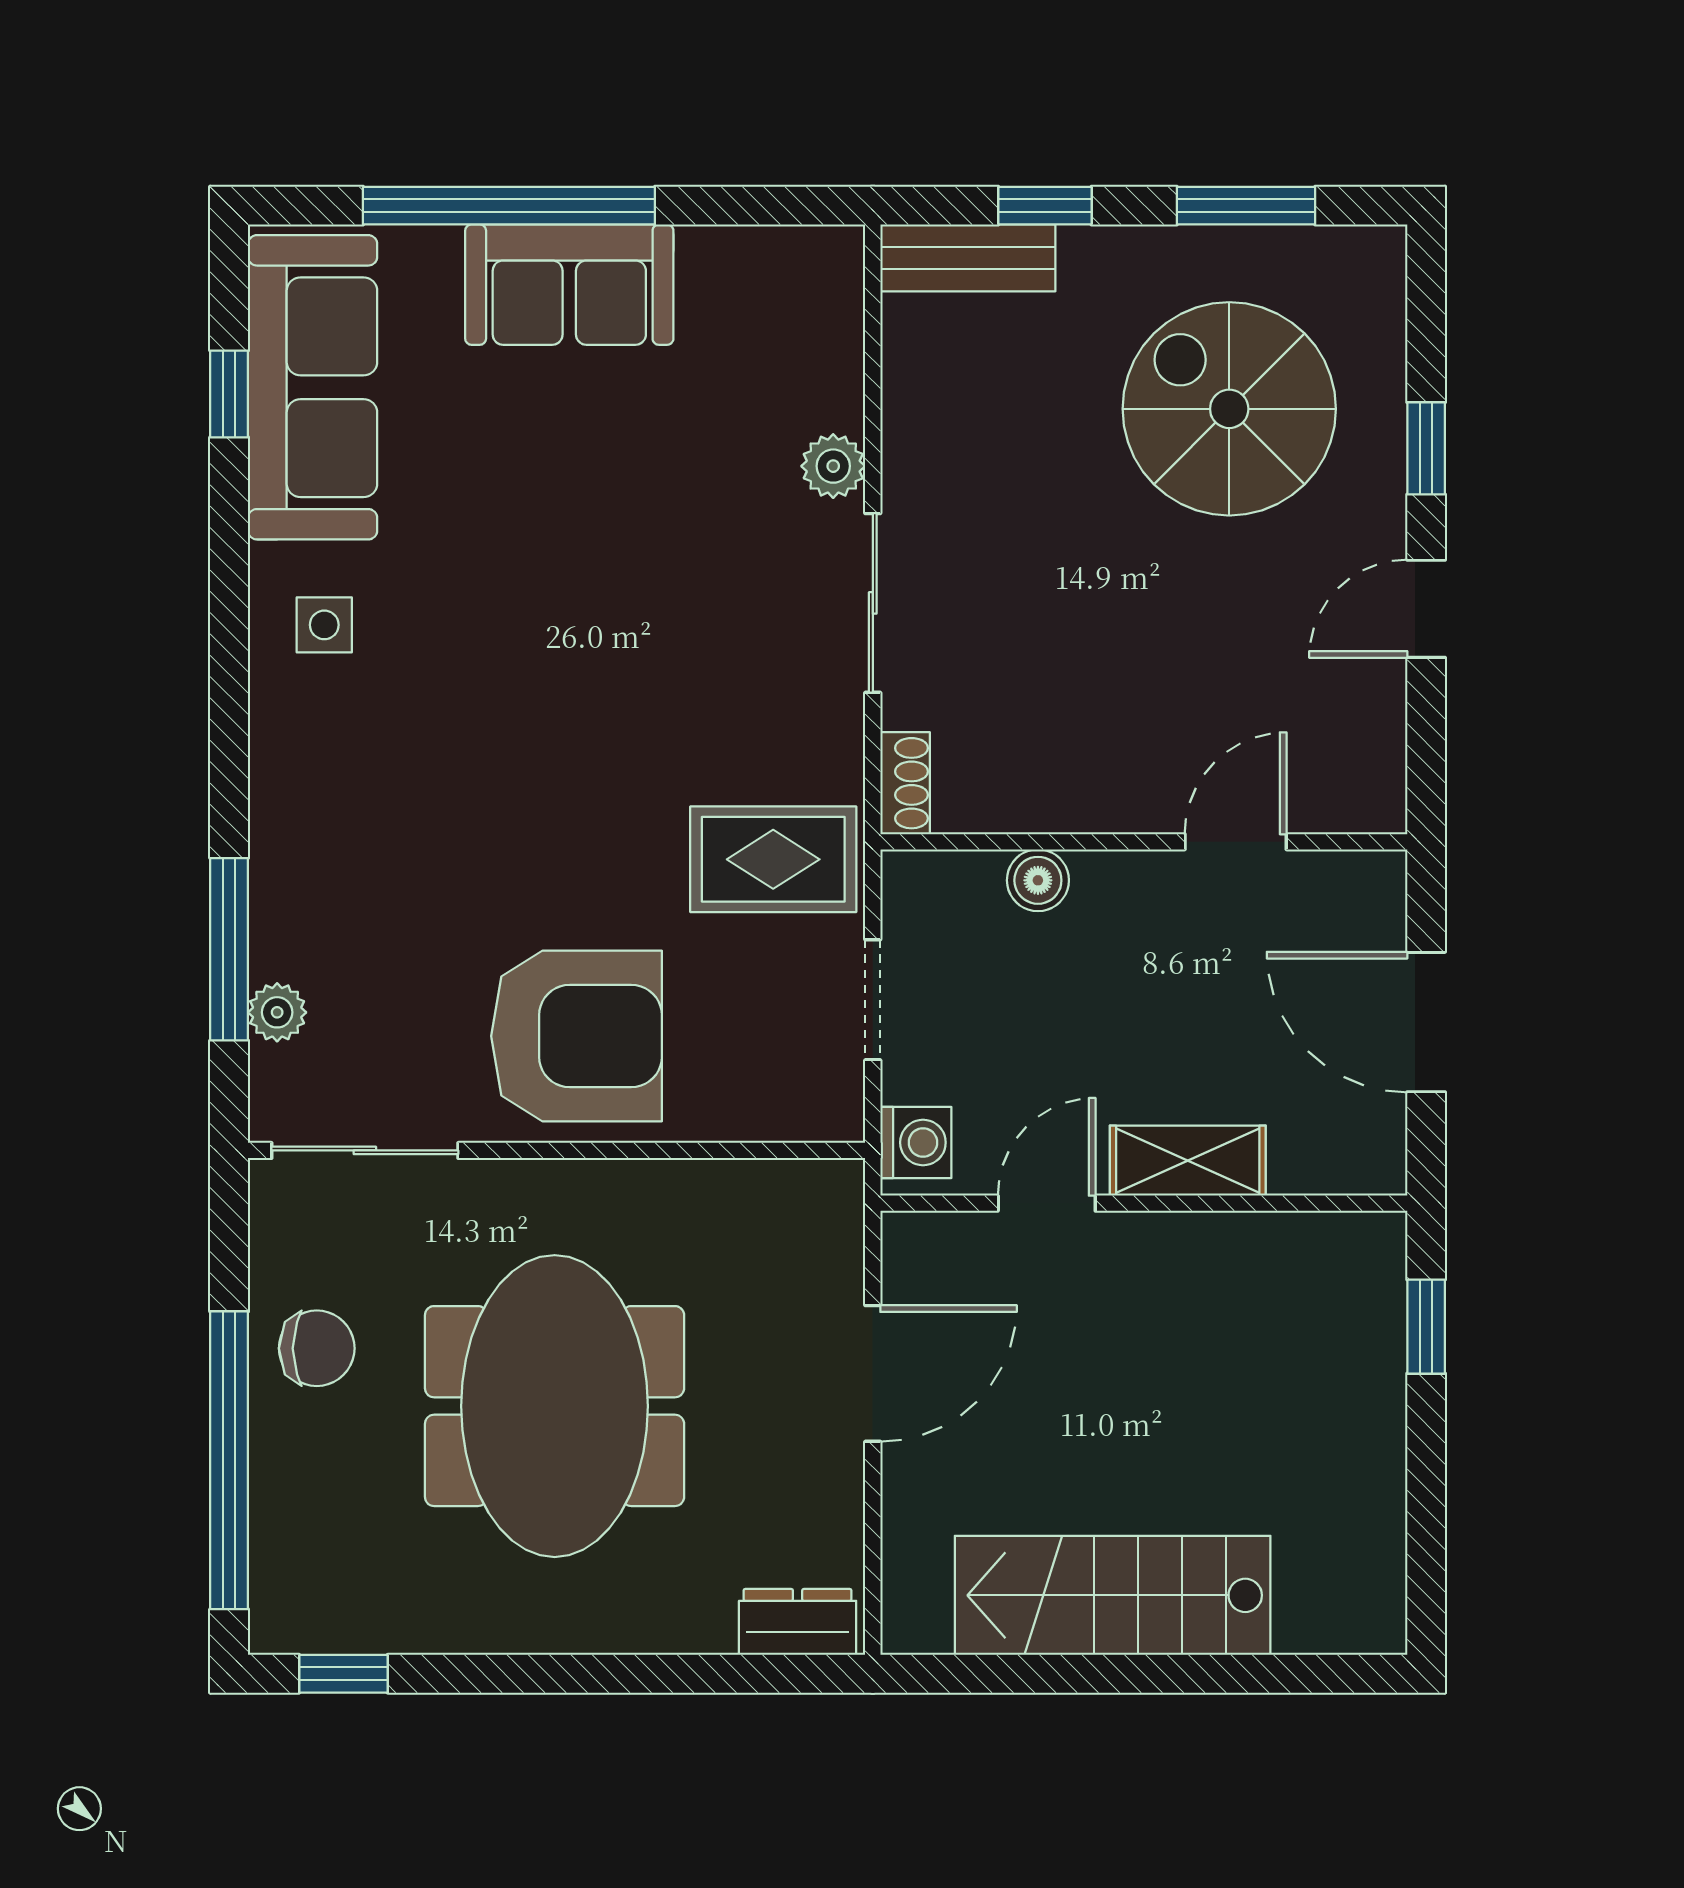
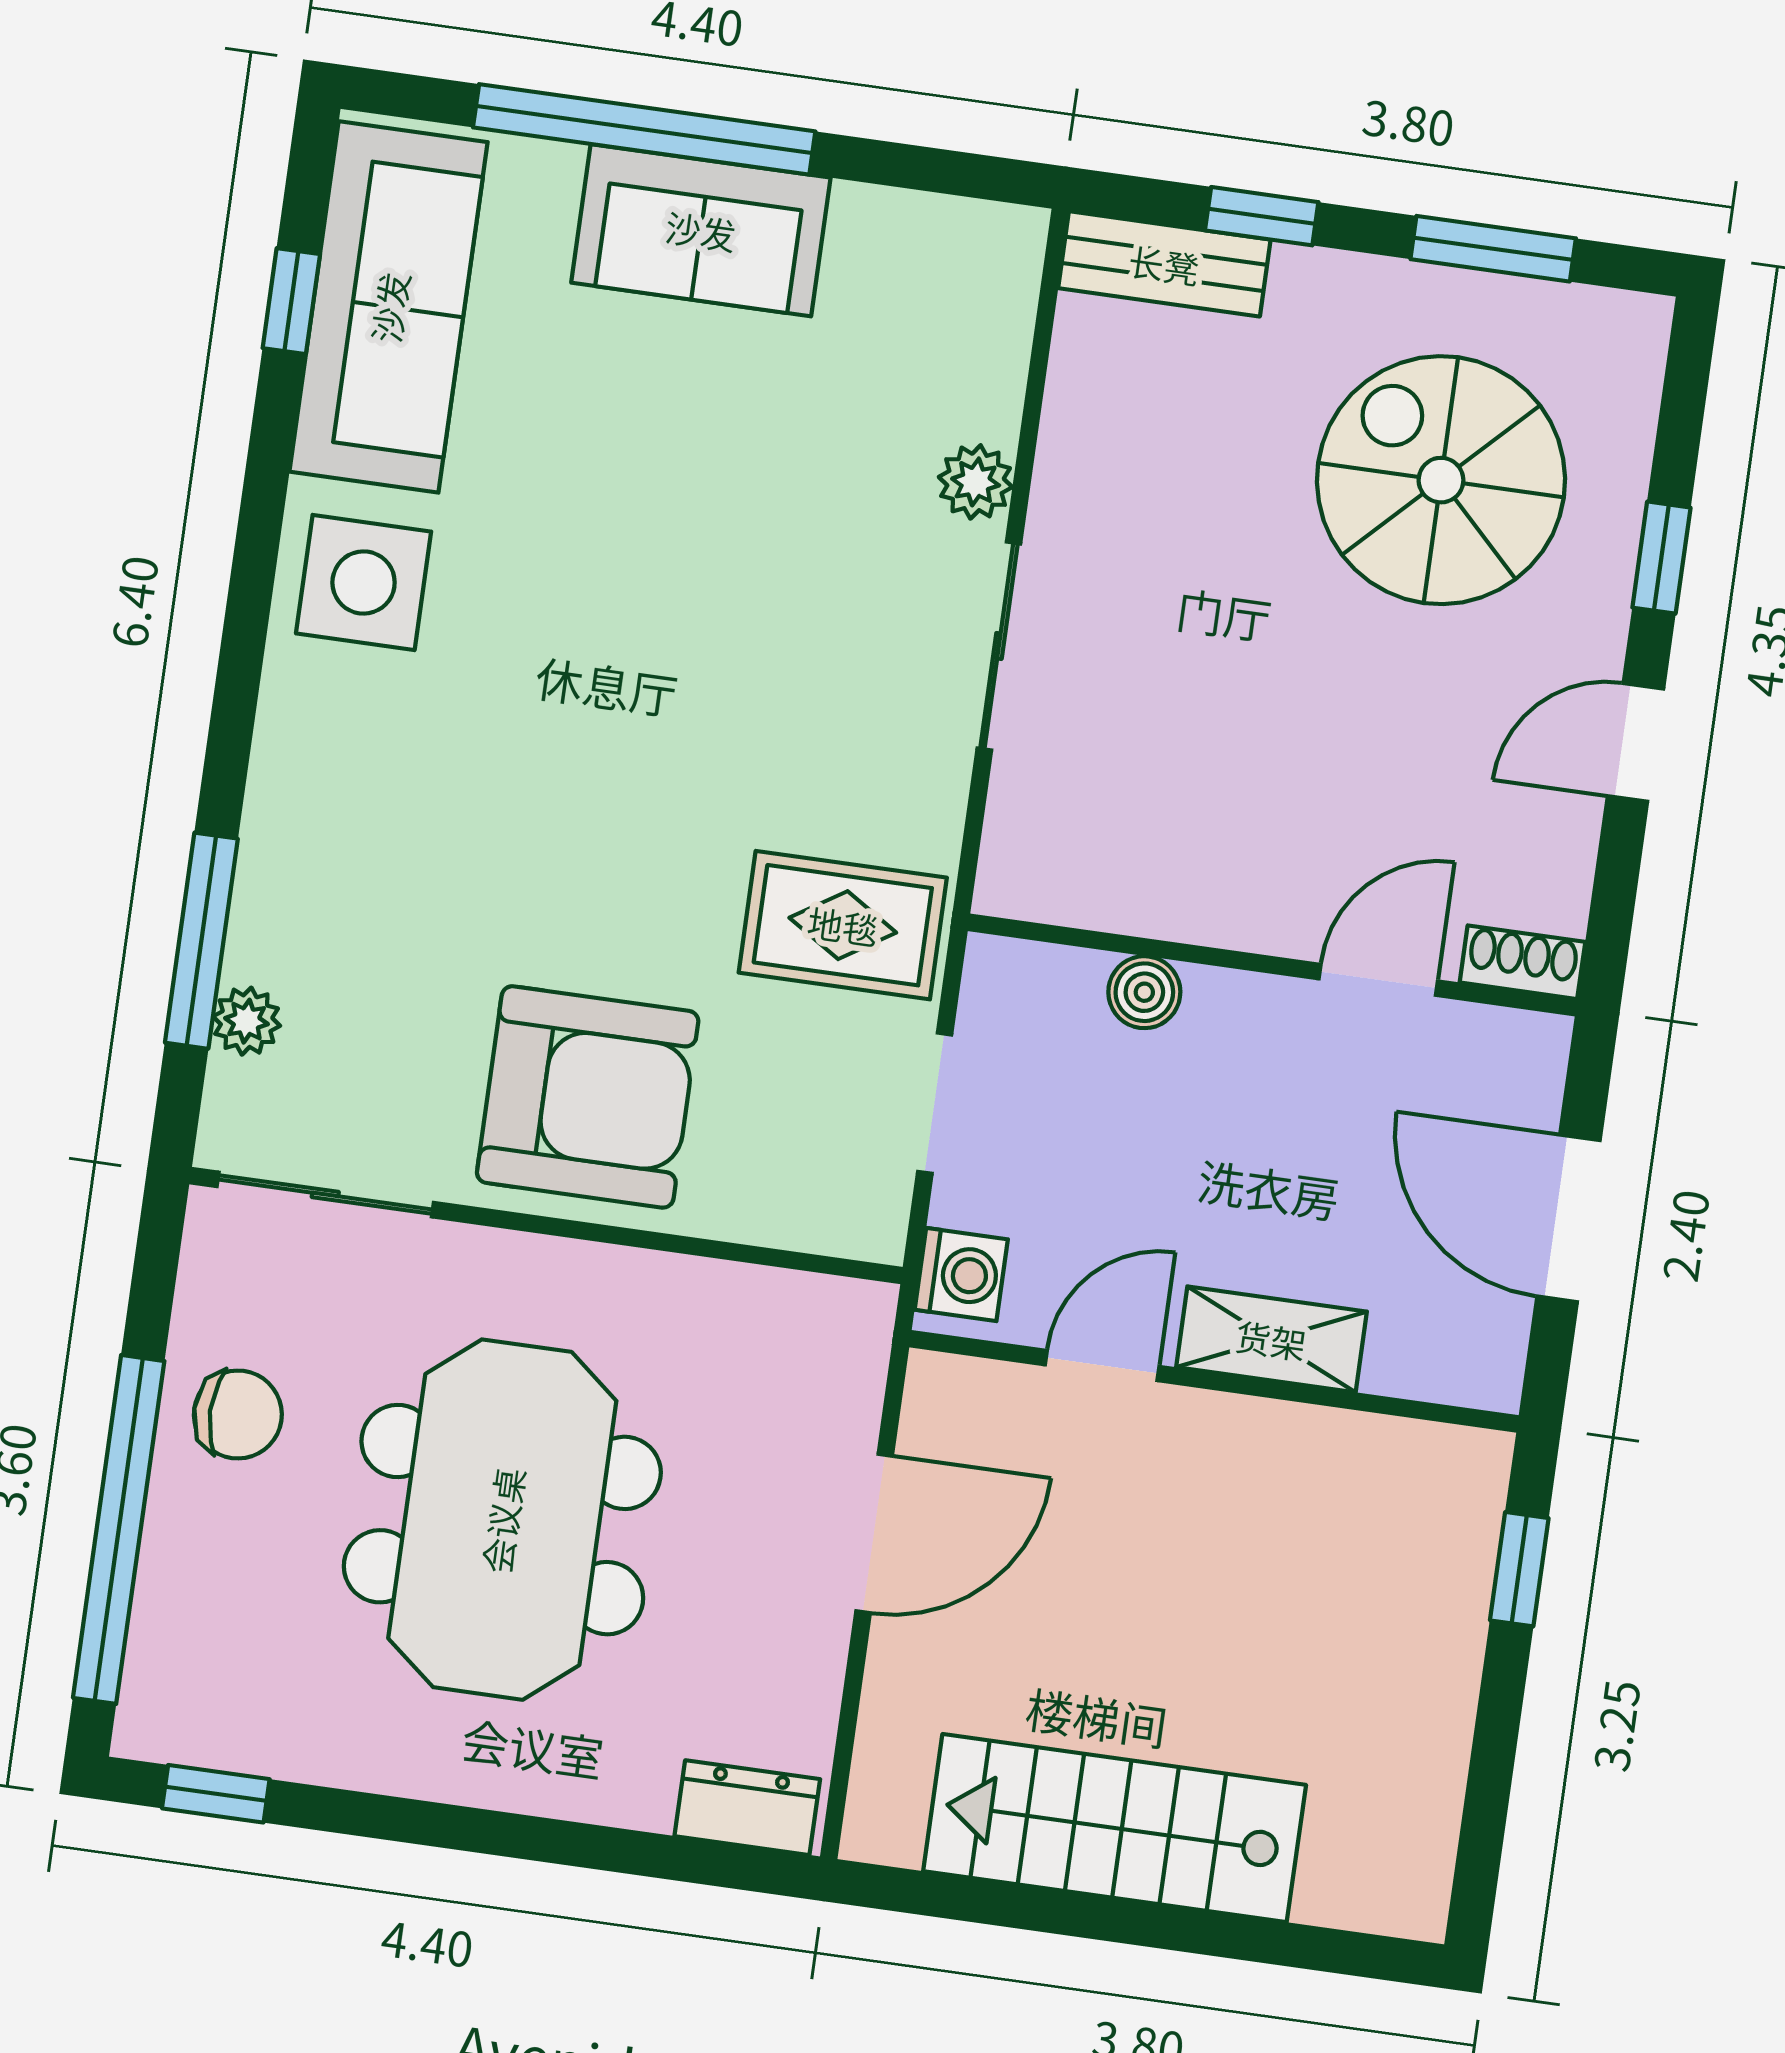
side table: (324, 625) -> (364, 582), width x1.87, depth x1.87
shoe rack: (905, 783) -> (1522, 962), moved, turned -90

